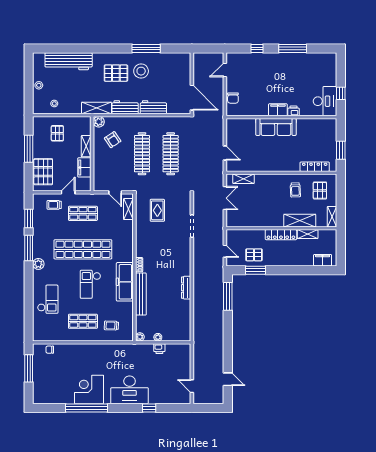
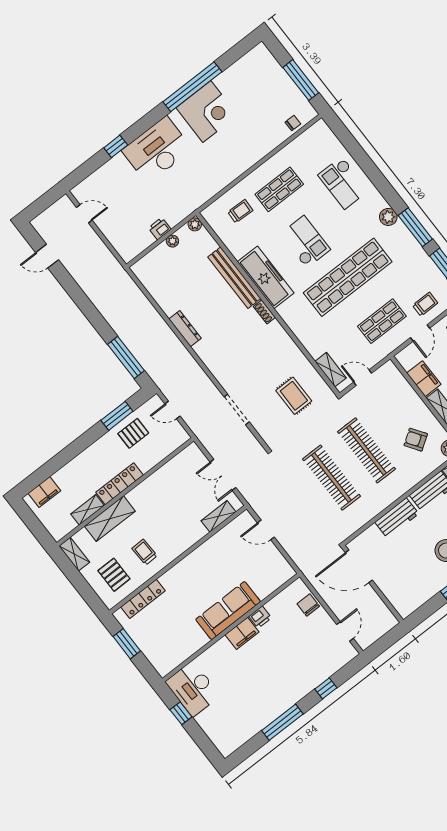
printer: (293, 111) -> (260, 617), moved

